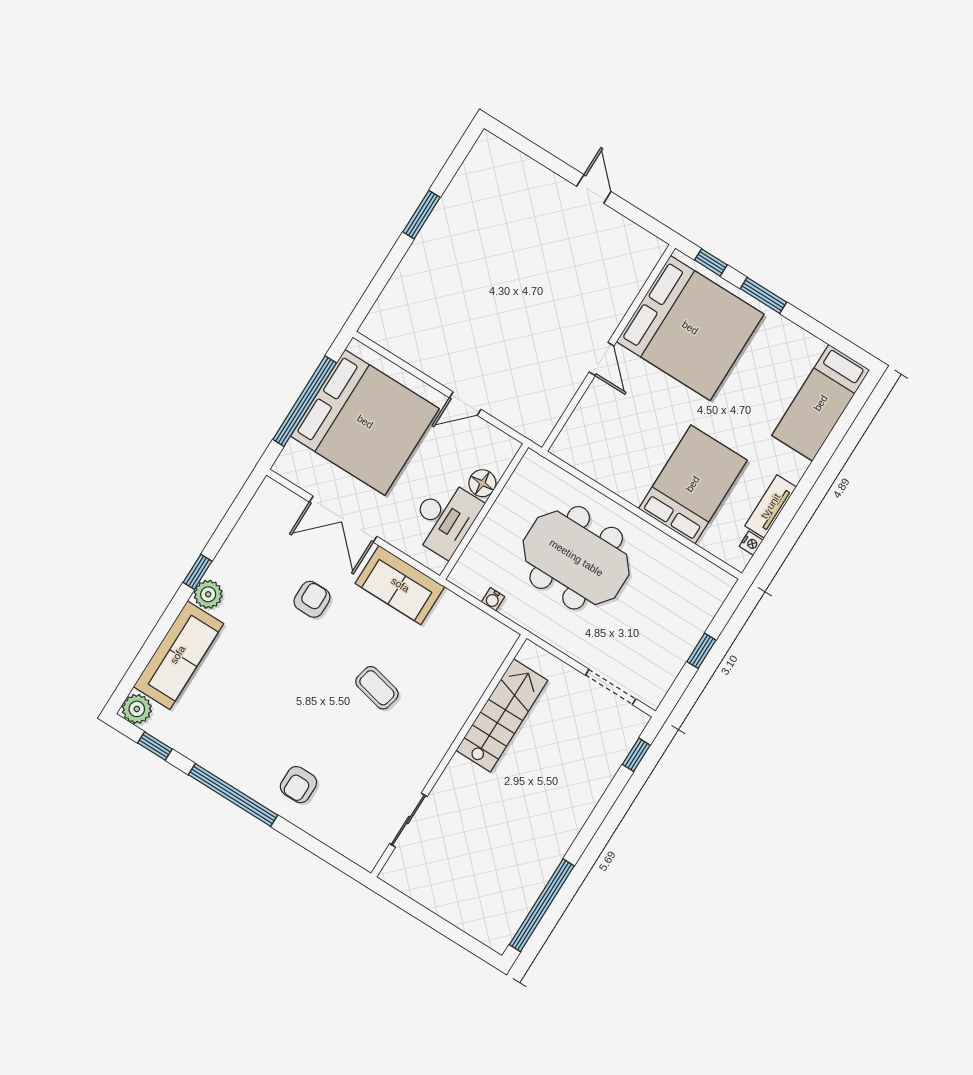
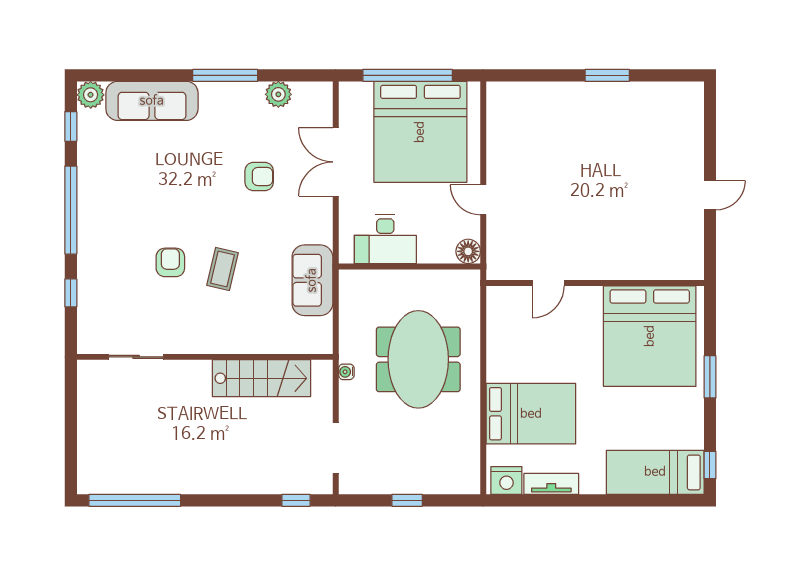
window: (711, 262) -> (710, 465), moved
door: (602, 359) -> (548, 283), moved
floor lamp: (482, 483) -> (468, 251), moved
nightstand: (751, 543) -> (506, 480), width x1.89, depth x1.79
window: (198, 572) -> (225, 75), width x2.17
sofa: (400, 585) -> (312, 280), moved
plant: (208, 594) -> (278, 94), moved
water cooler: (493, 599) -> (346, 372), moved
armchair: (298, 785) -> (170, 262), moved, turned 90
window: (310, 843) -> (71, 293), added

